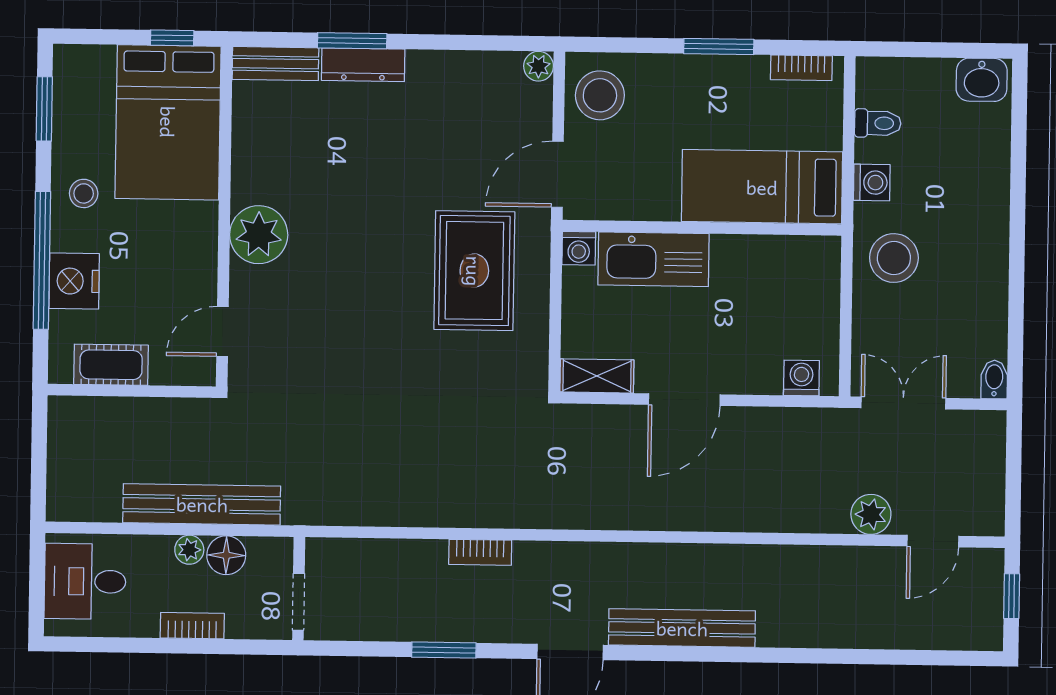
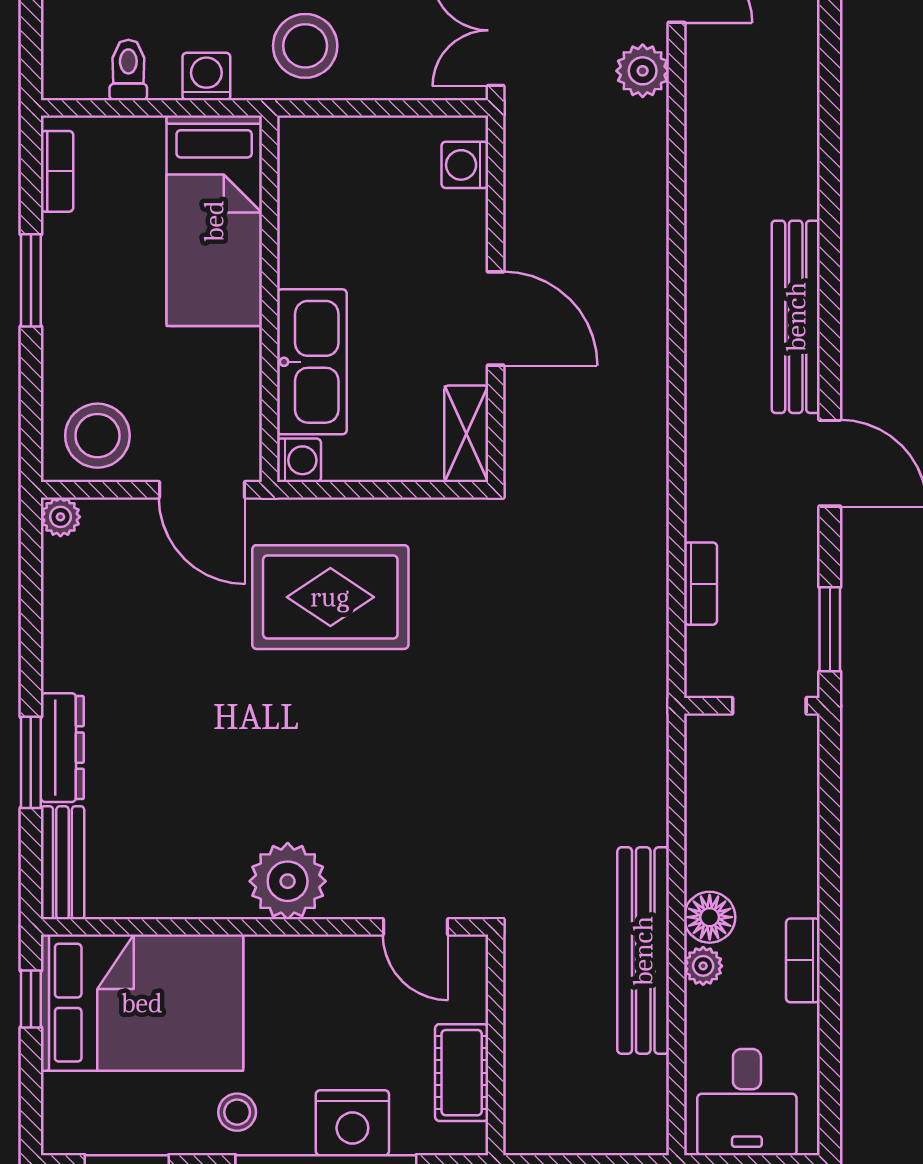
wall: (299, 589) -> (752, 706), moved
doorway: (298, 602) -> (769, 706), moved

